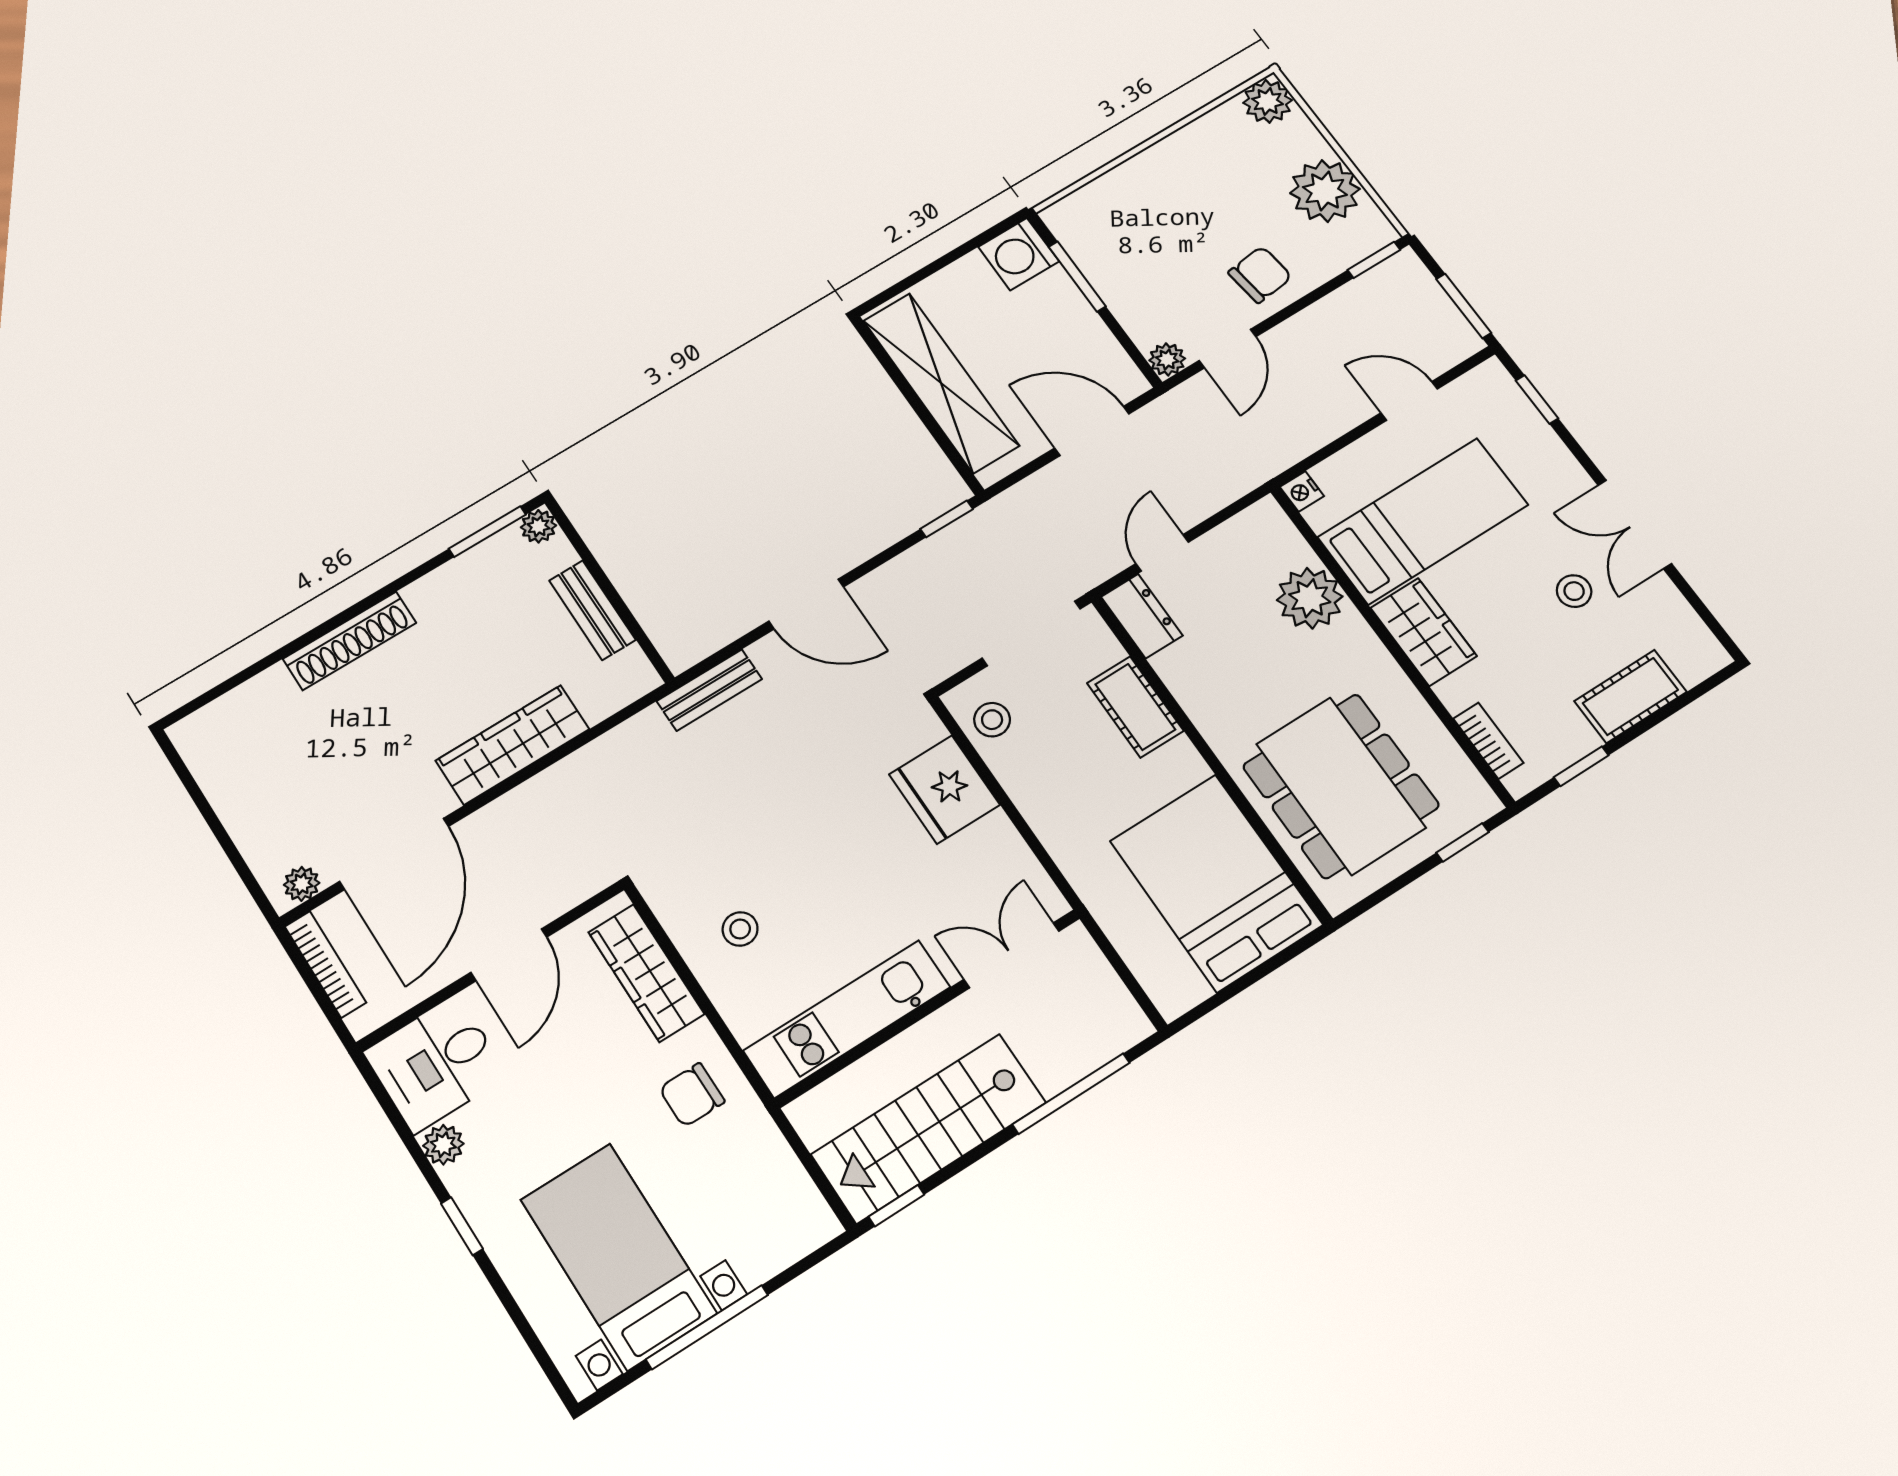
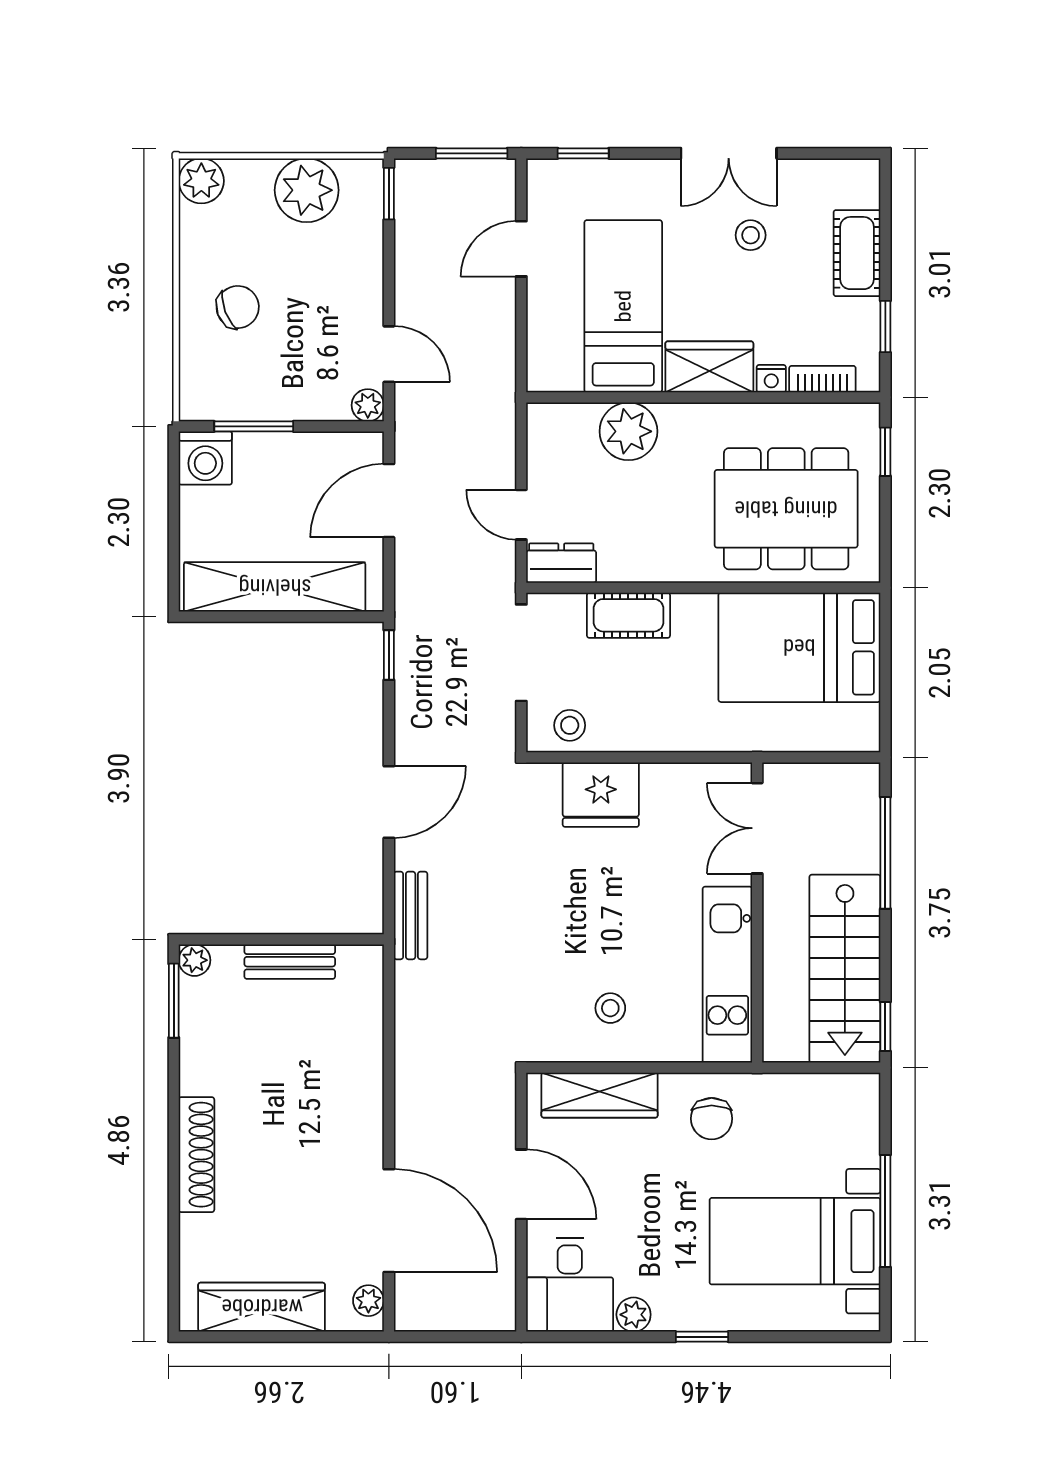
chair: (1260, 275) -> (238, 307), moved, turned 76
nightstand: (1302, 491) -> (771, 379), moved
wardrobe: (512, 745) -> (262, 1307), moved, turned 90
bookcase: (325, 964) -> (442, 1319), removed

